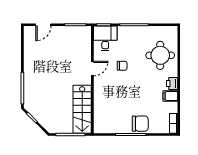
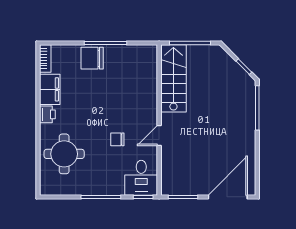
door: (43, 25) -> (228, 197), width x1.88
filing cabinet: (170, 96) -> (50, 89), width x2.00

